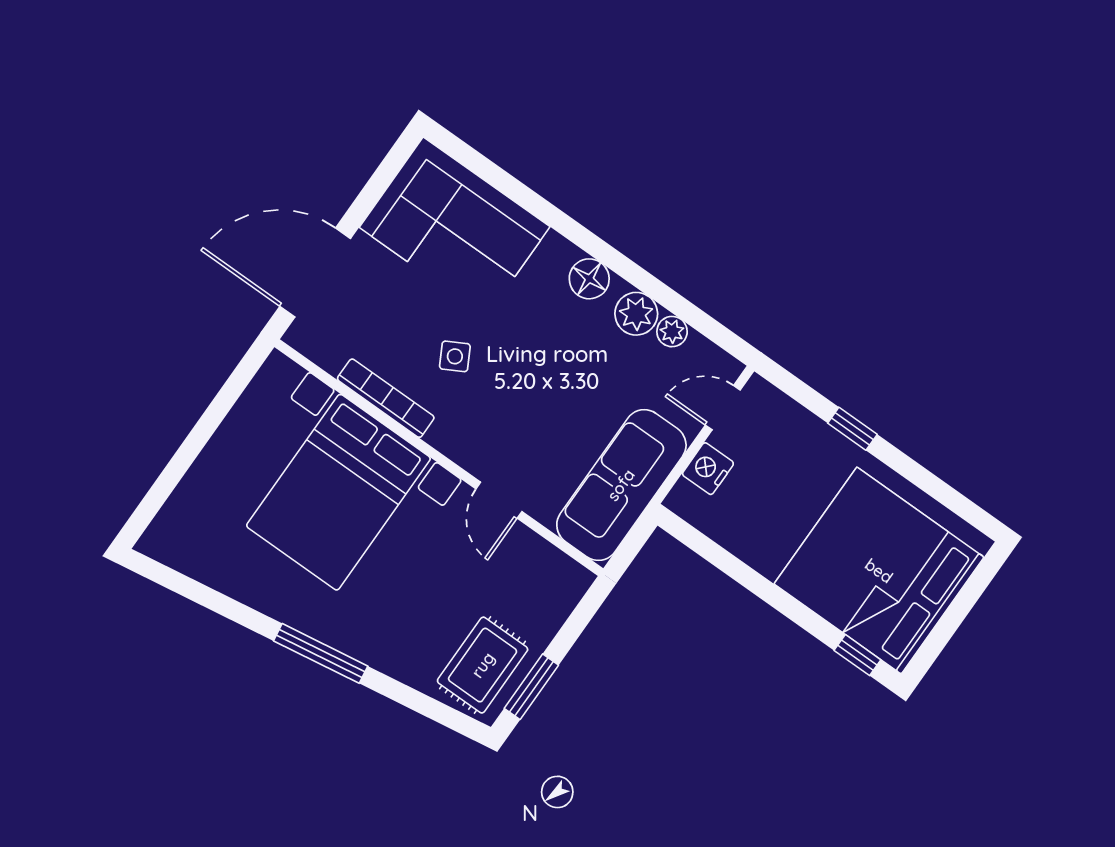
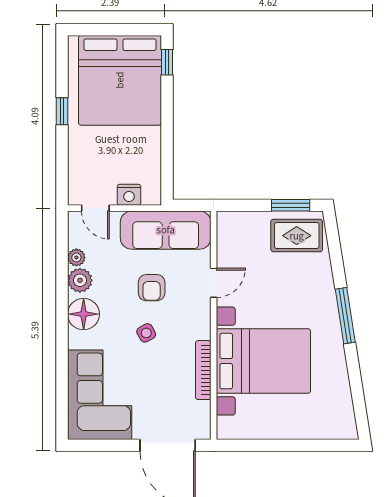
floor lamp: (589, 279) -> (84, 314), width x1.38, depth x1.38
side table: (455, 356) -> (146, 333), moved
armchair: (554, 408) -> (152, 288), added
window: (852, 429) -> (62, 111), moved

